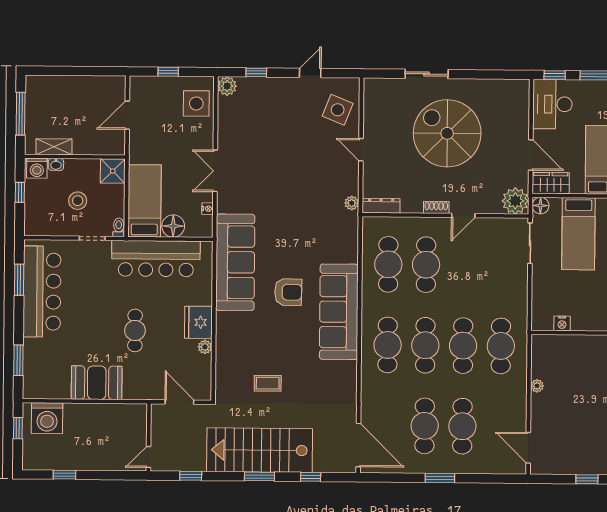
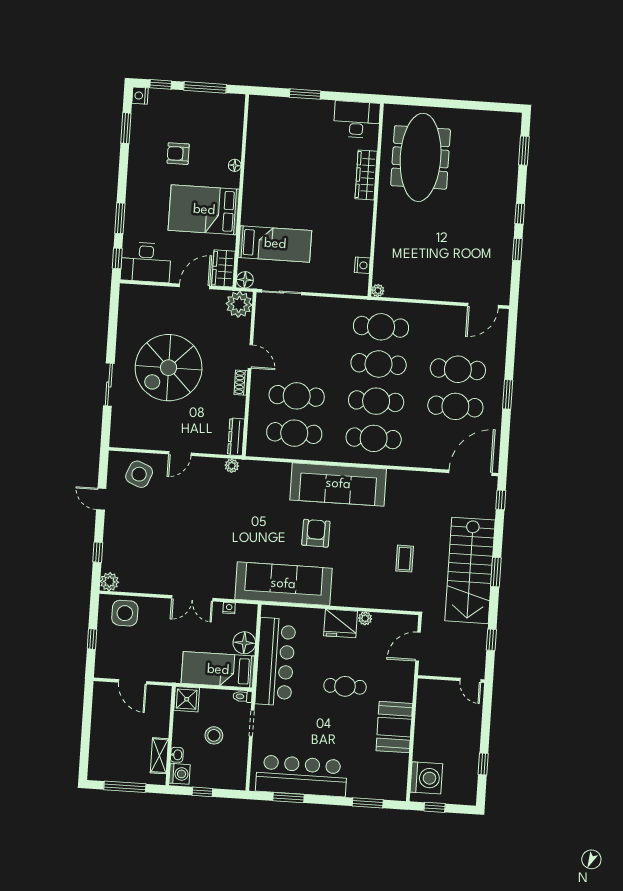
plant: (537, 386) -> (378, 290), moved
window: (311, 477) -> (501, 500), moved

